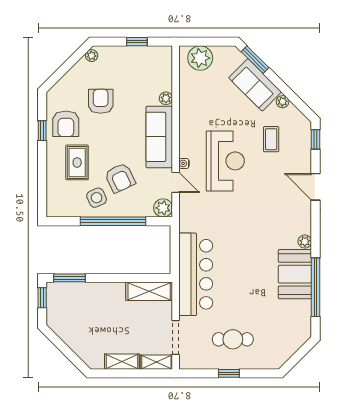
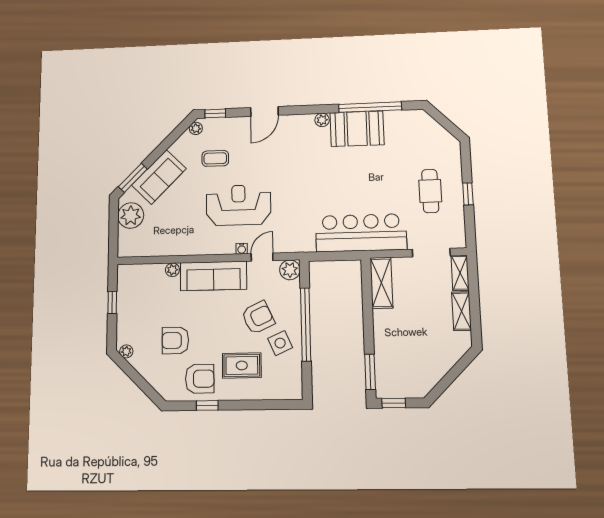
plant: (200, 58) -> (131, 216), moved
plant: (283, 102) -> (196, 128), moved

